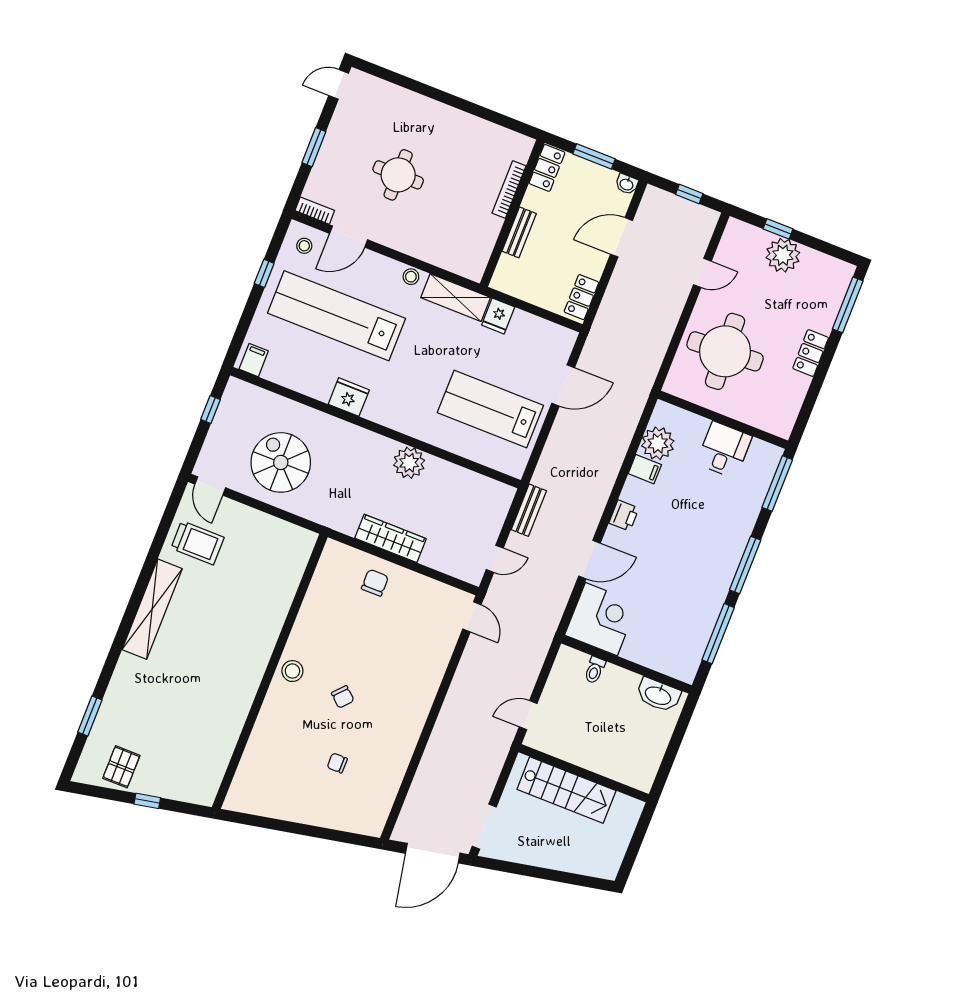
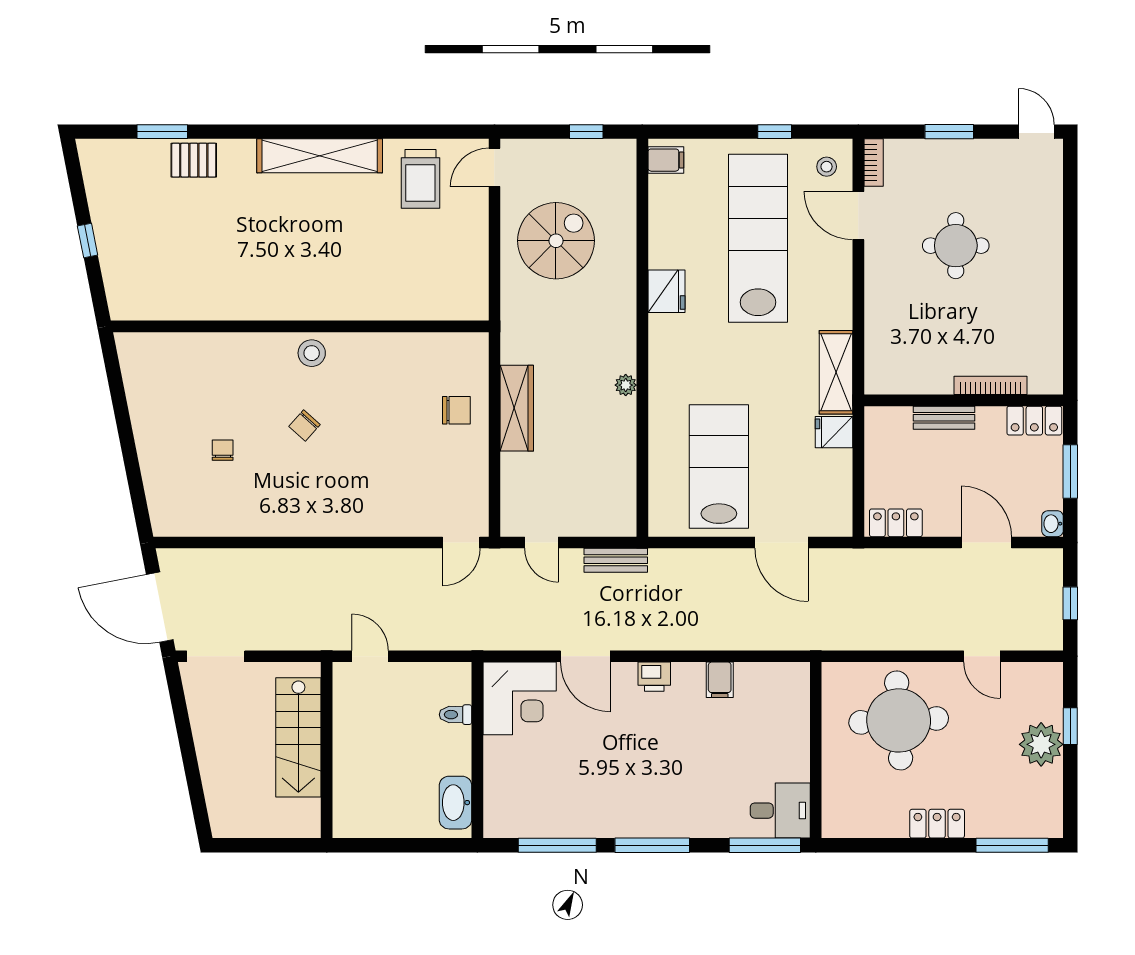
stool: (411, 277) -> (840, 309), removed
plant: (658, 443) -> (757, 683), removed
desk: (724, 450) -> (780, 811), moved
plant: (409, 463) -> (626, 385), width x0.53, depth x0.53
pallet: (121, 767) -> (194, 160), moved

